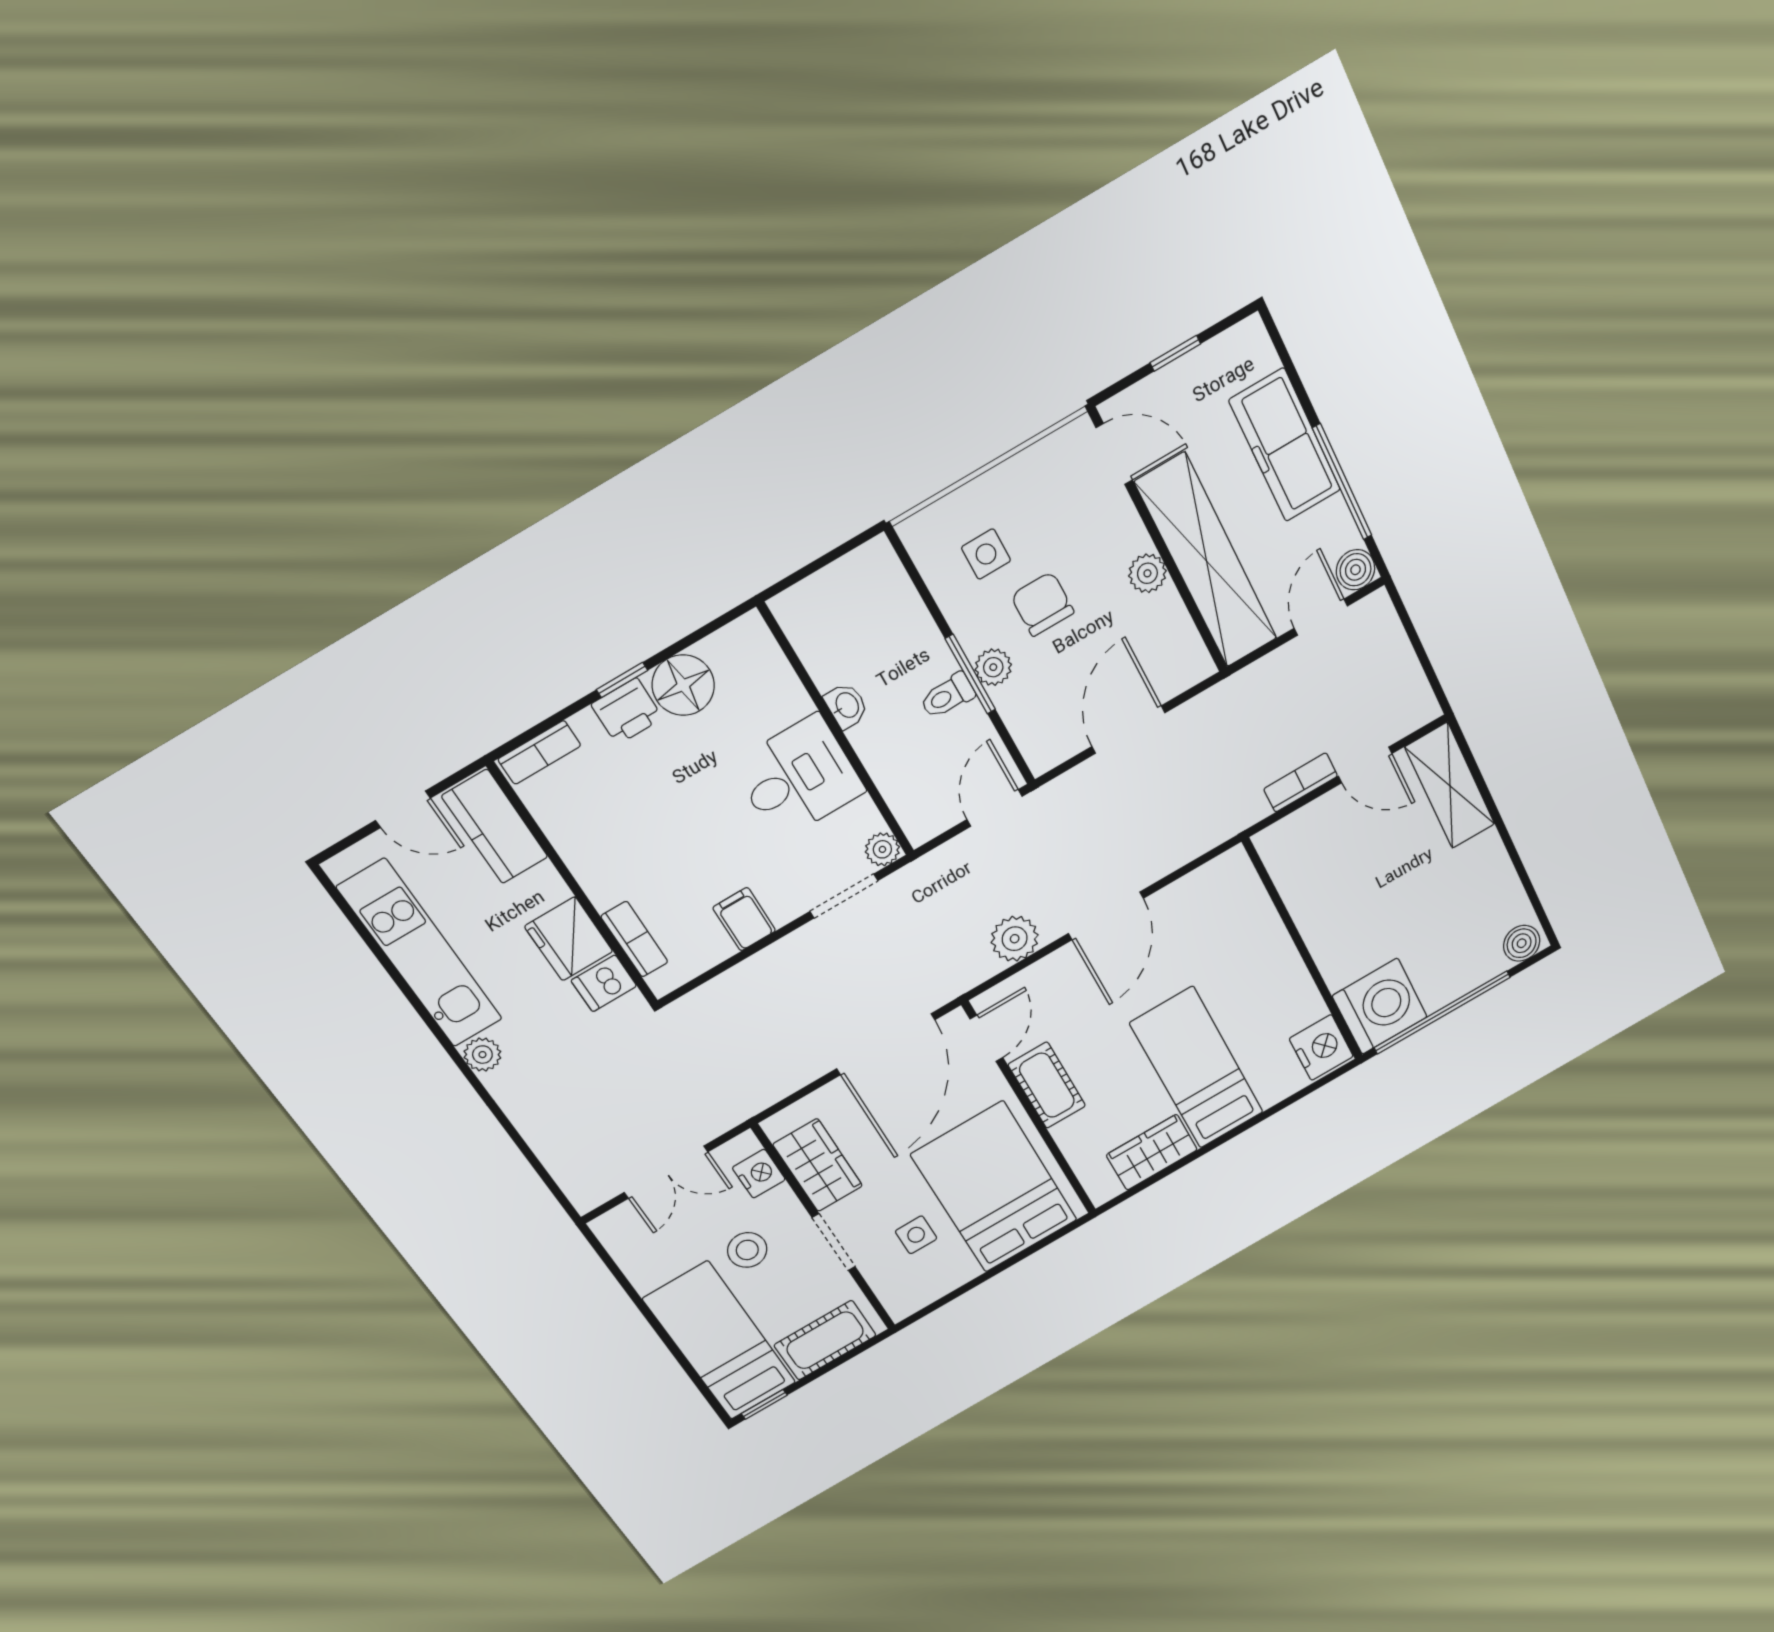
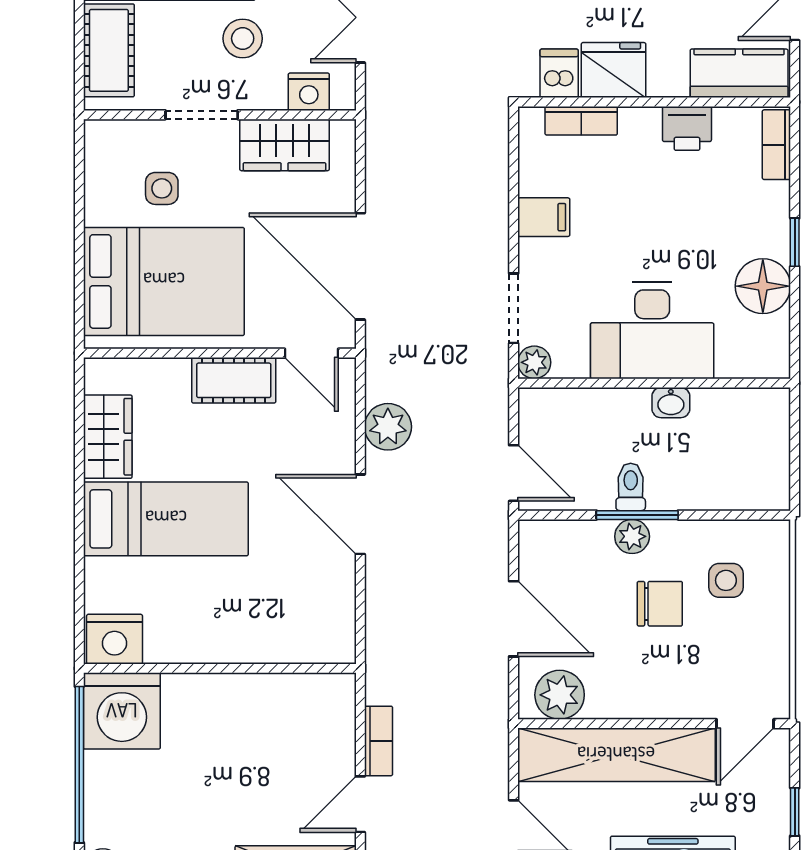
plant: (1147, 573) -> (560, 695), moved, width x1.38, depth x1.38
printer: (627, 711) -> (687, 128), moved, turned -90
desk: (798, 778) -> (652, 330), width x1.37

